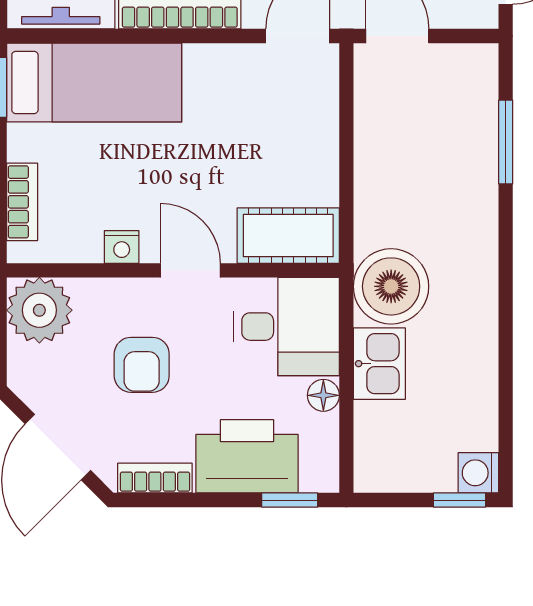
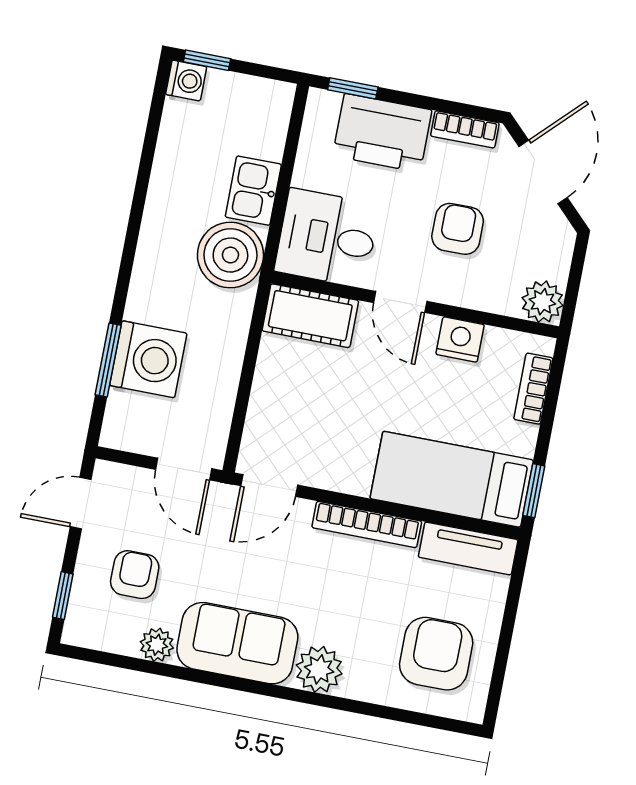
washing machine: (461, 152) -> (148, 359), added
nightstand: (122, 247) -> (460, 339), width x1.39, depth x1.35
plant: (39, 310) -> (542, 302), width x0.73, depth x0.73
floor lamp: (323, 395) -> (307, 173), removed

